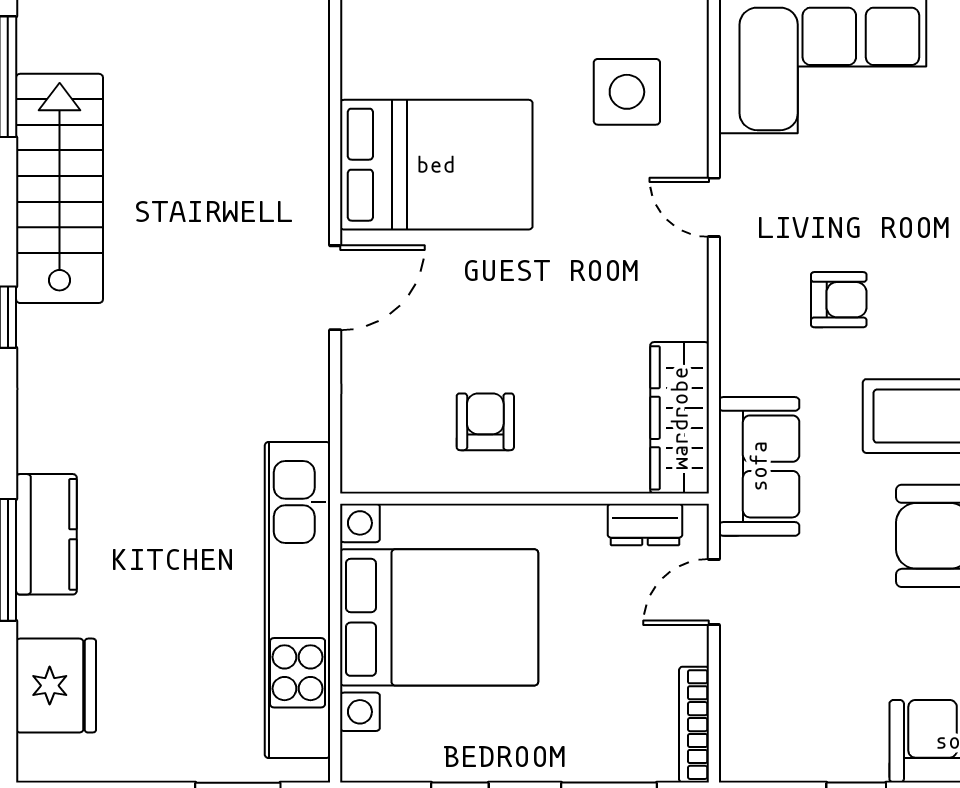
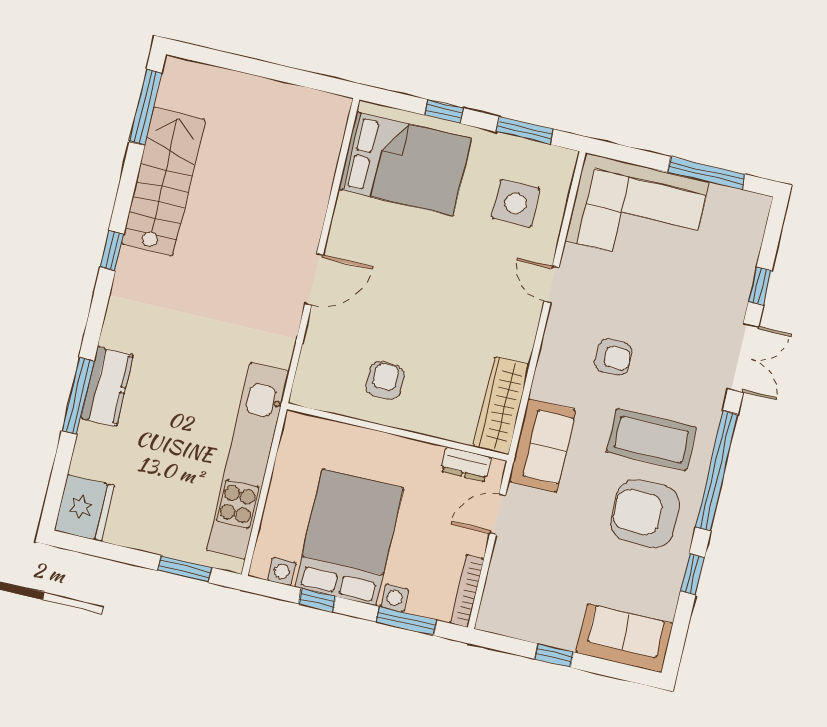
bed: (436, 165) -> (405, 164), moved
bed with nightstands: (439, 617) -> (349, 537), moved, turned -90
fridge: (56, 686) -> (85, 508), moved

